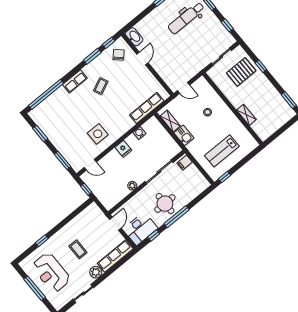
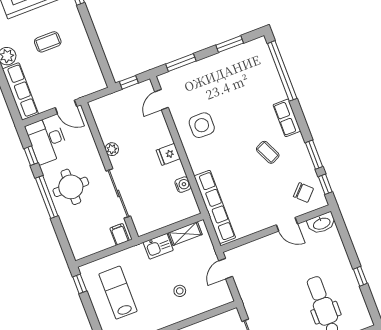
row of seats: (147, 108) -> (215, 207), width x1.36

